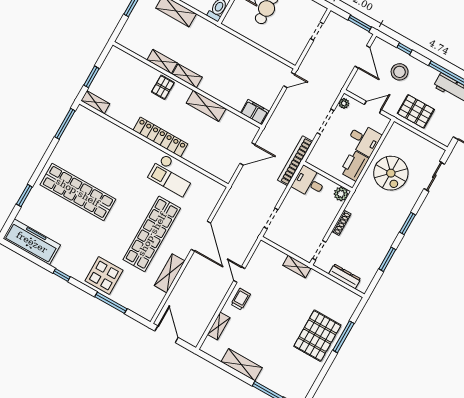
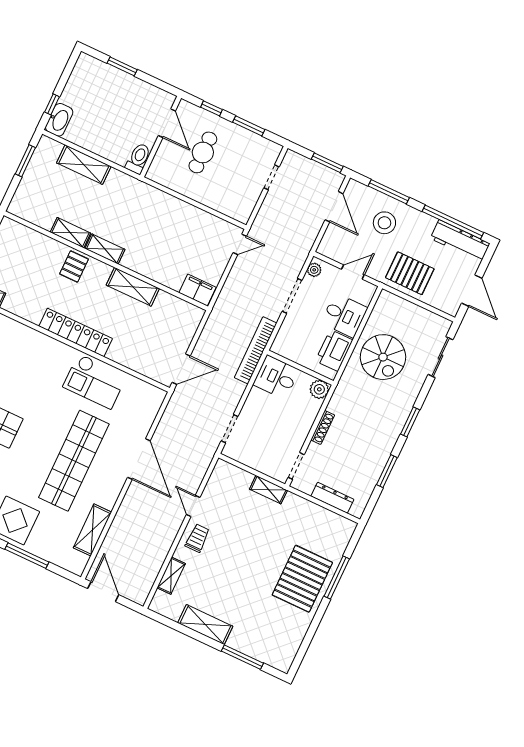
window: (405, 49) -> (389, 192), width x2.17
door: (247, 154) -> (181, 369), moved
shelving: (170, 273) -> (92, 530), moved

